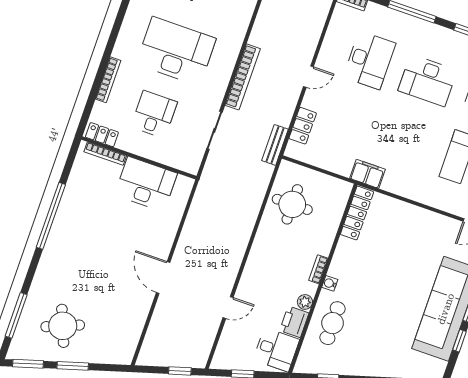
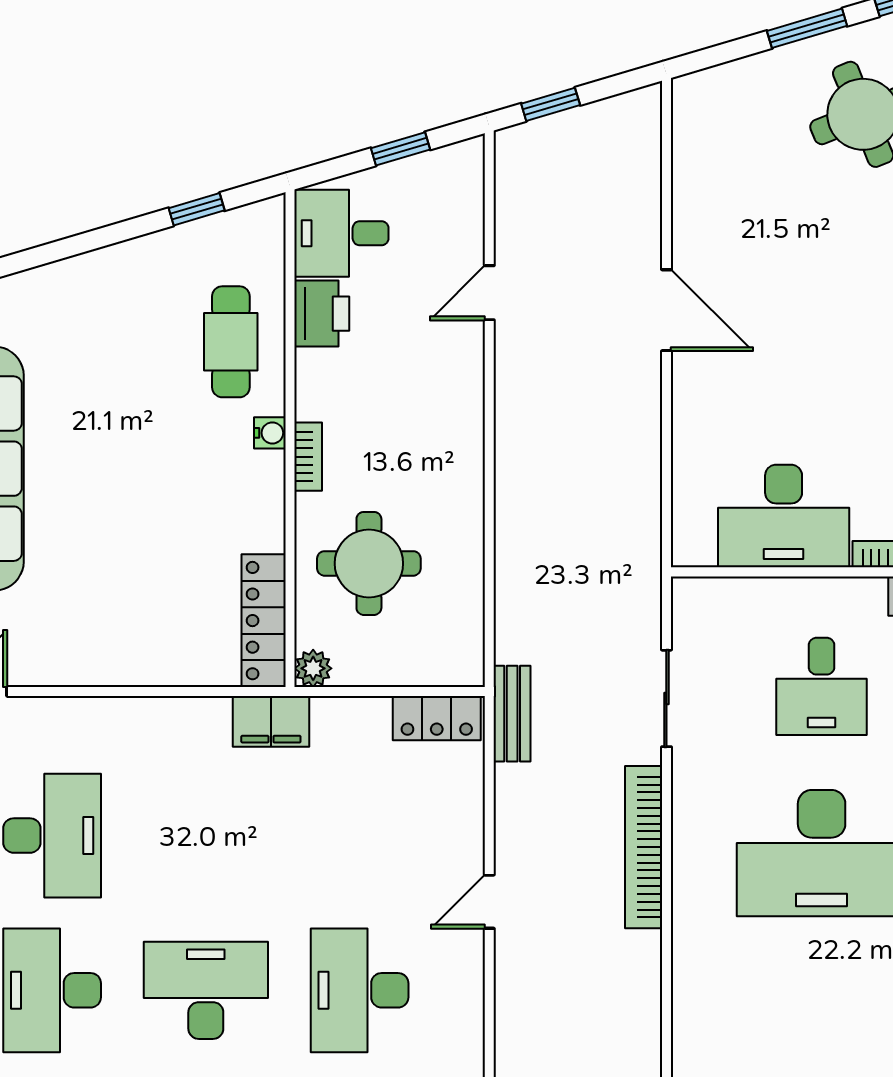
locker: (303, 126) -> (437, 718), moved, turned -90
round table: (292, 204) -> (369, 563), moved
plant: (305, 302) -> (313, 668), moved

